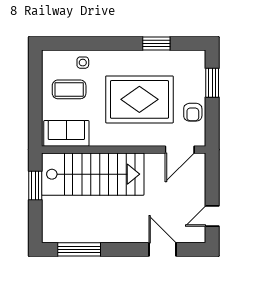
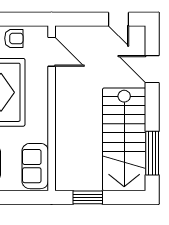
stairs: (93, 174) -> (124, 139), moved, turned 180
door: (162, 249) -> (152, 69), hinge flipped

